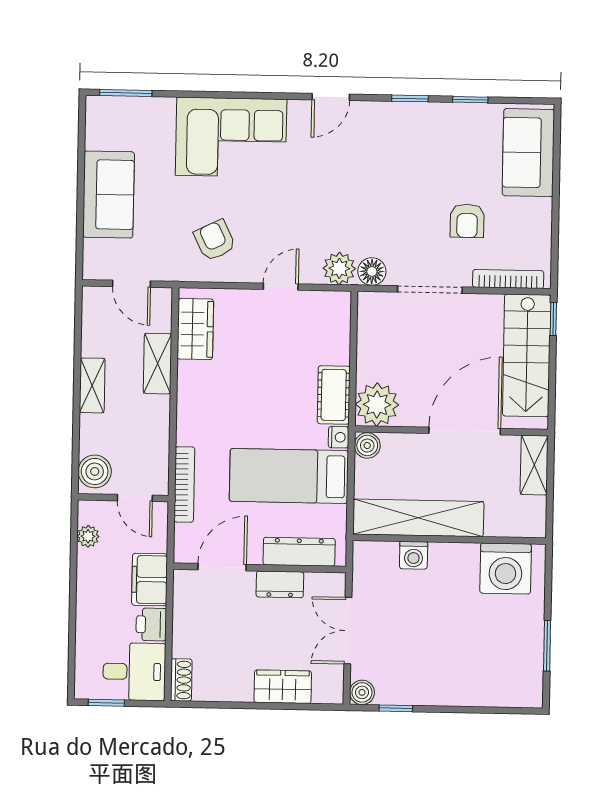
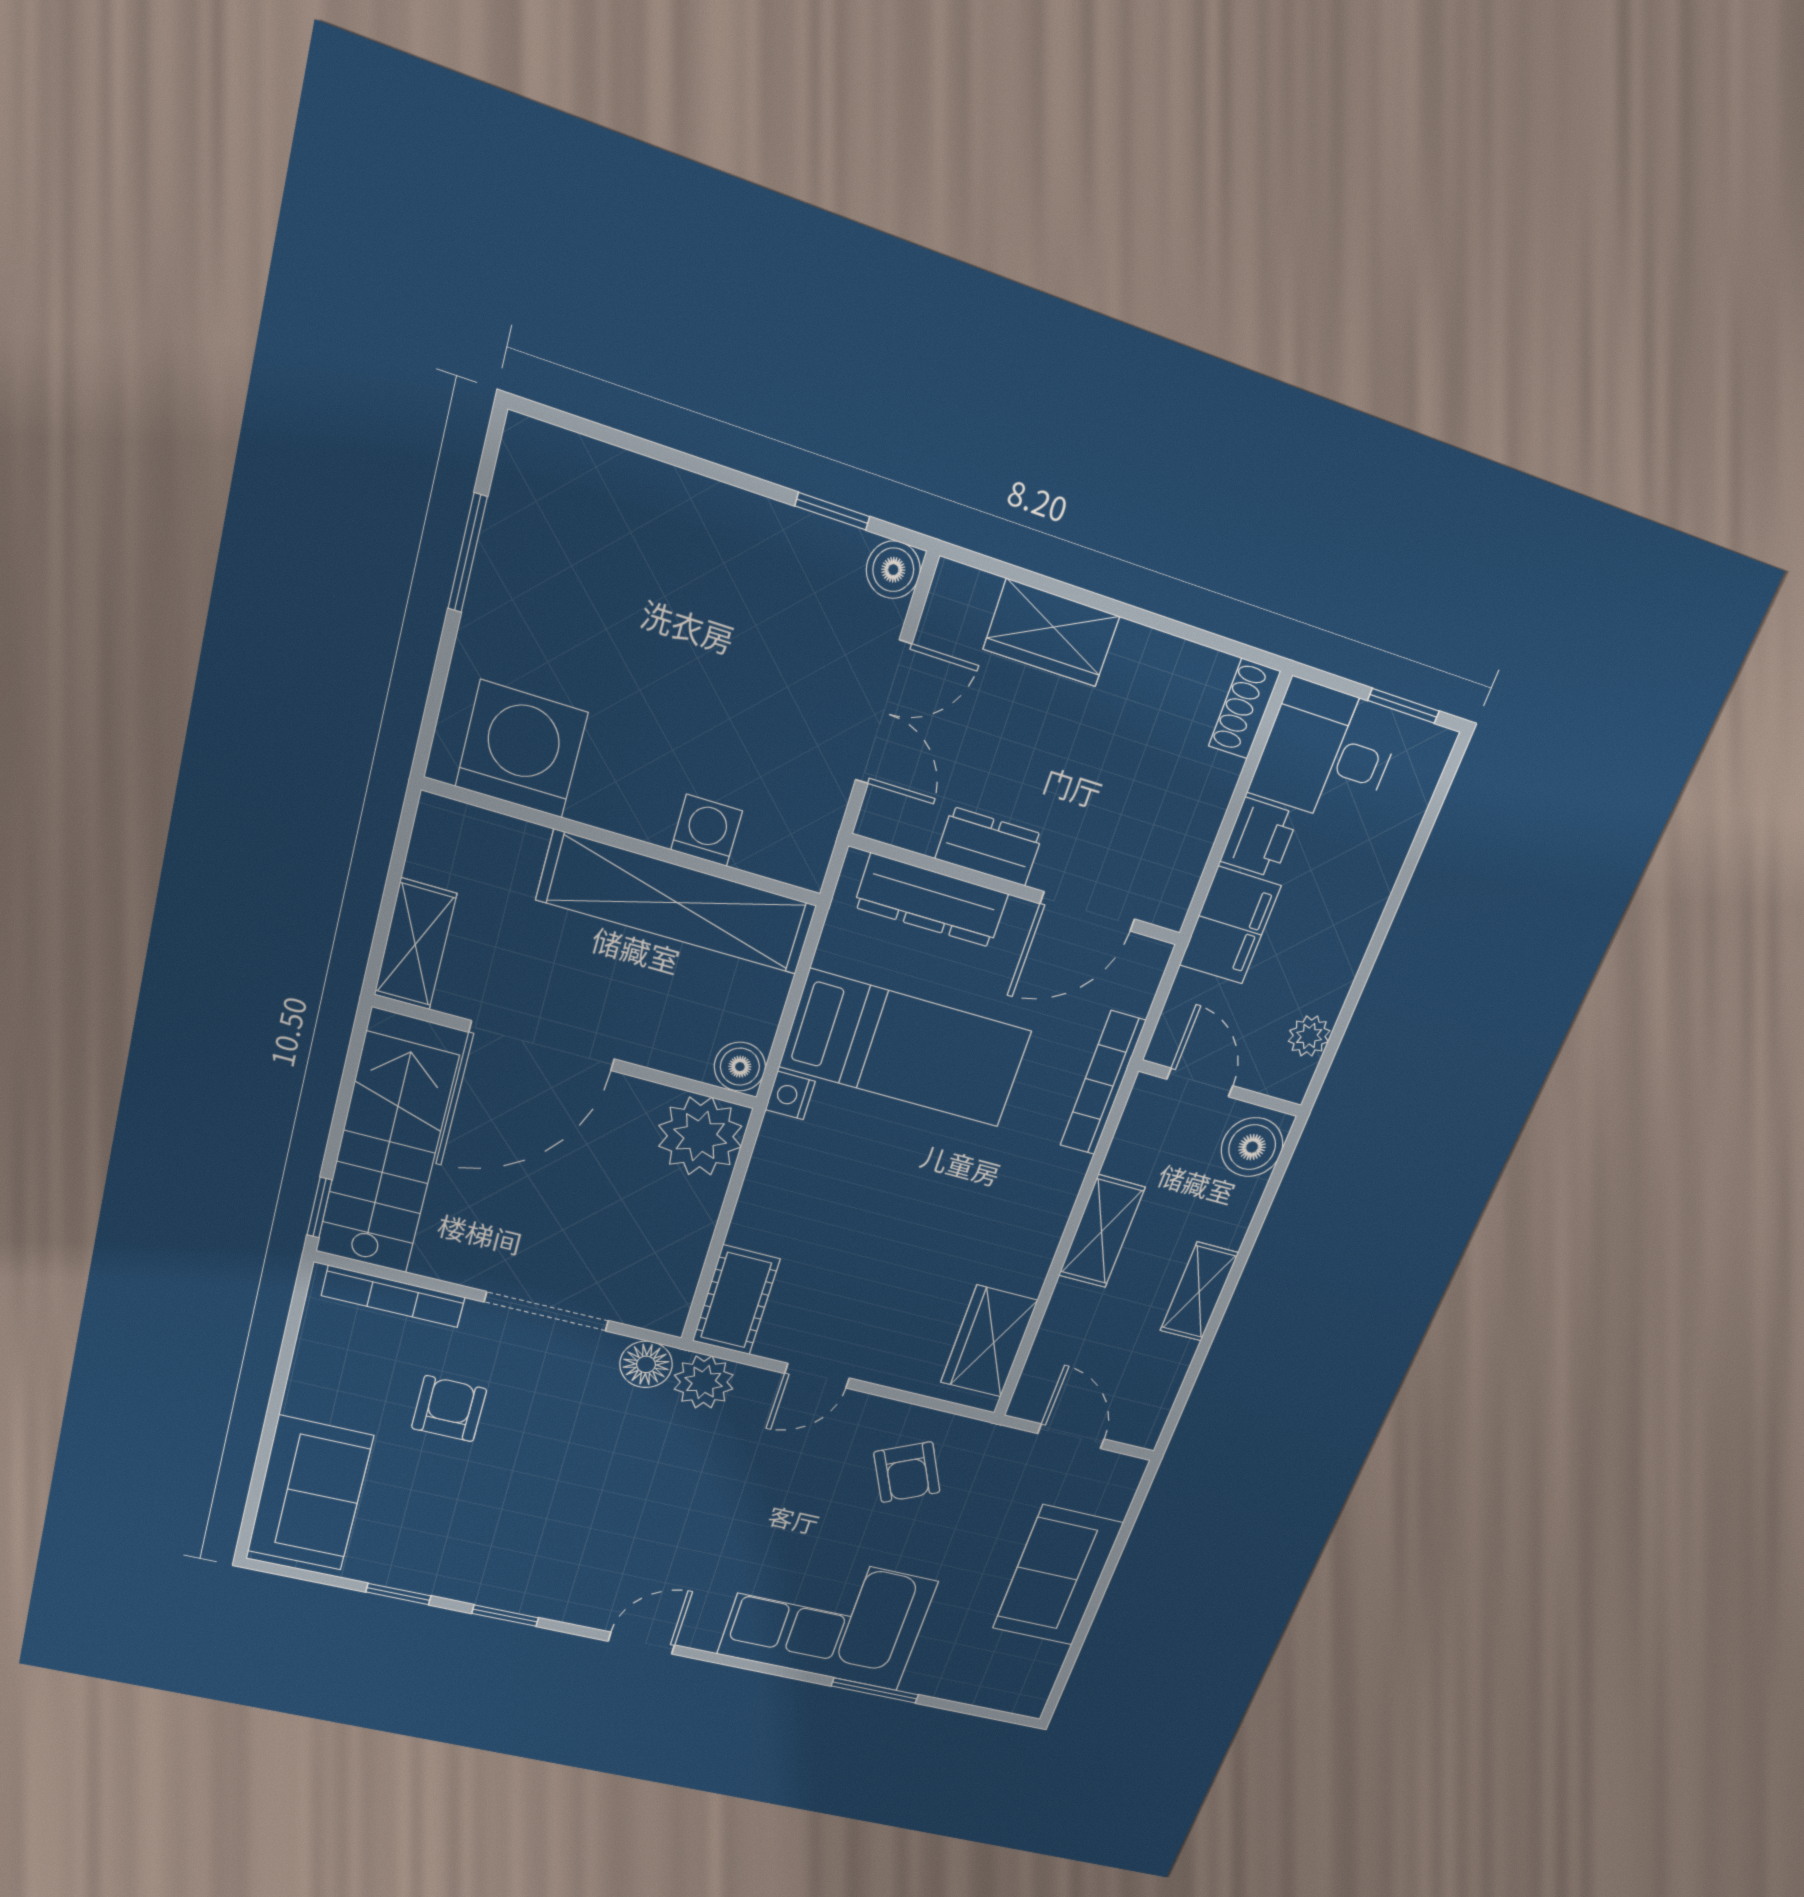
window: (126, 93) -> (875, 1690), moved
shelving: (158, 364) -> (1102, 1231), moved
cot: (334, 395) -> (736, 1300), moved

